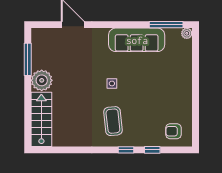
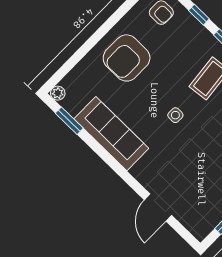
window: (166, 25) -> (69, 121), width x0.69
armchair: (168, 88) -> (127, 58), added

